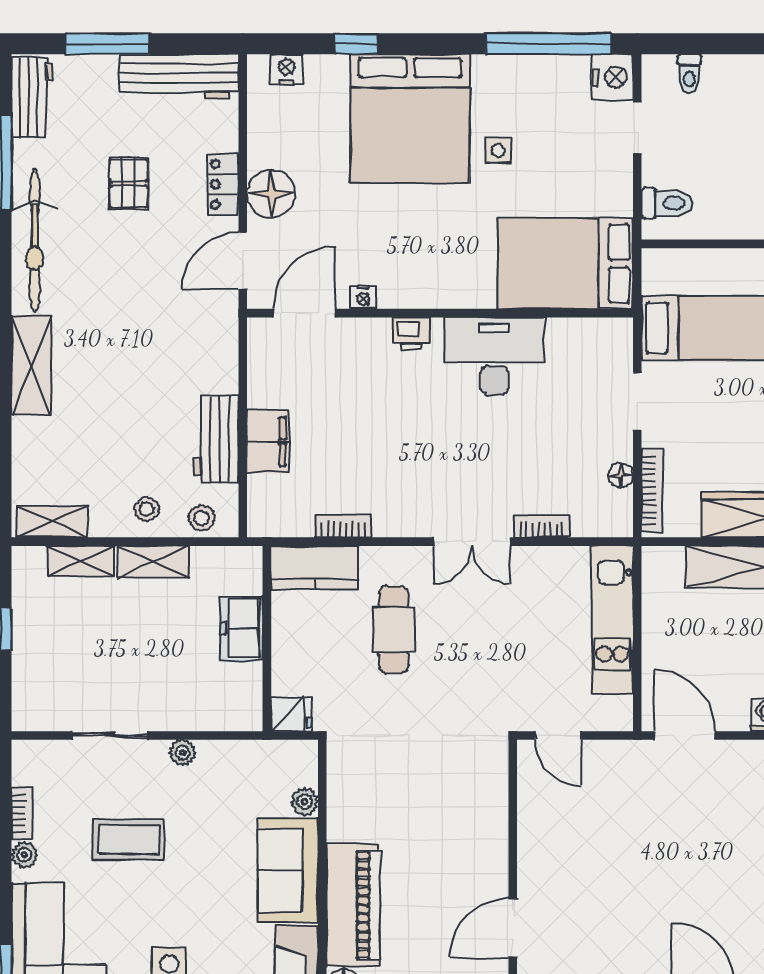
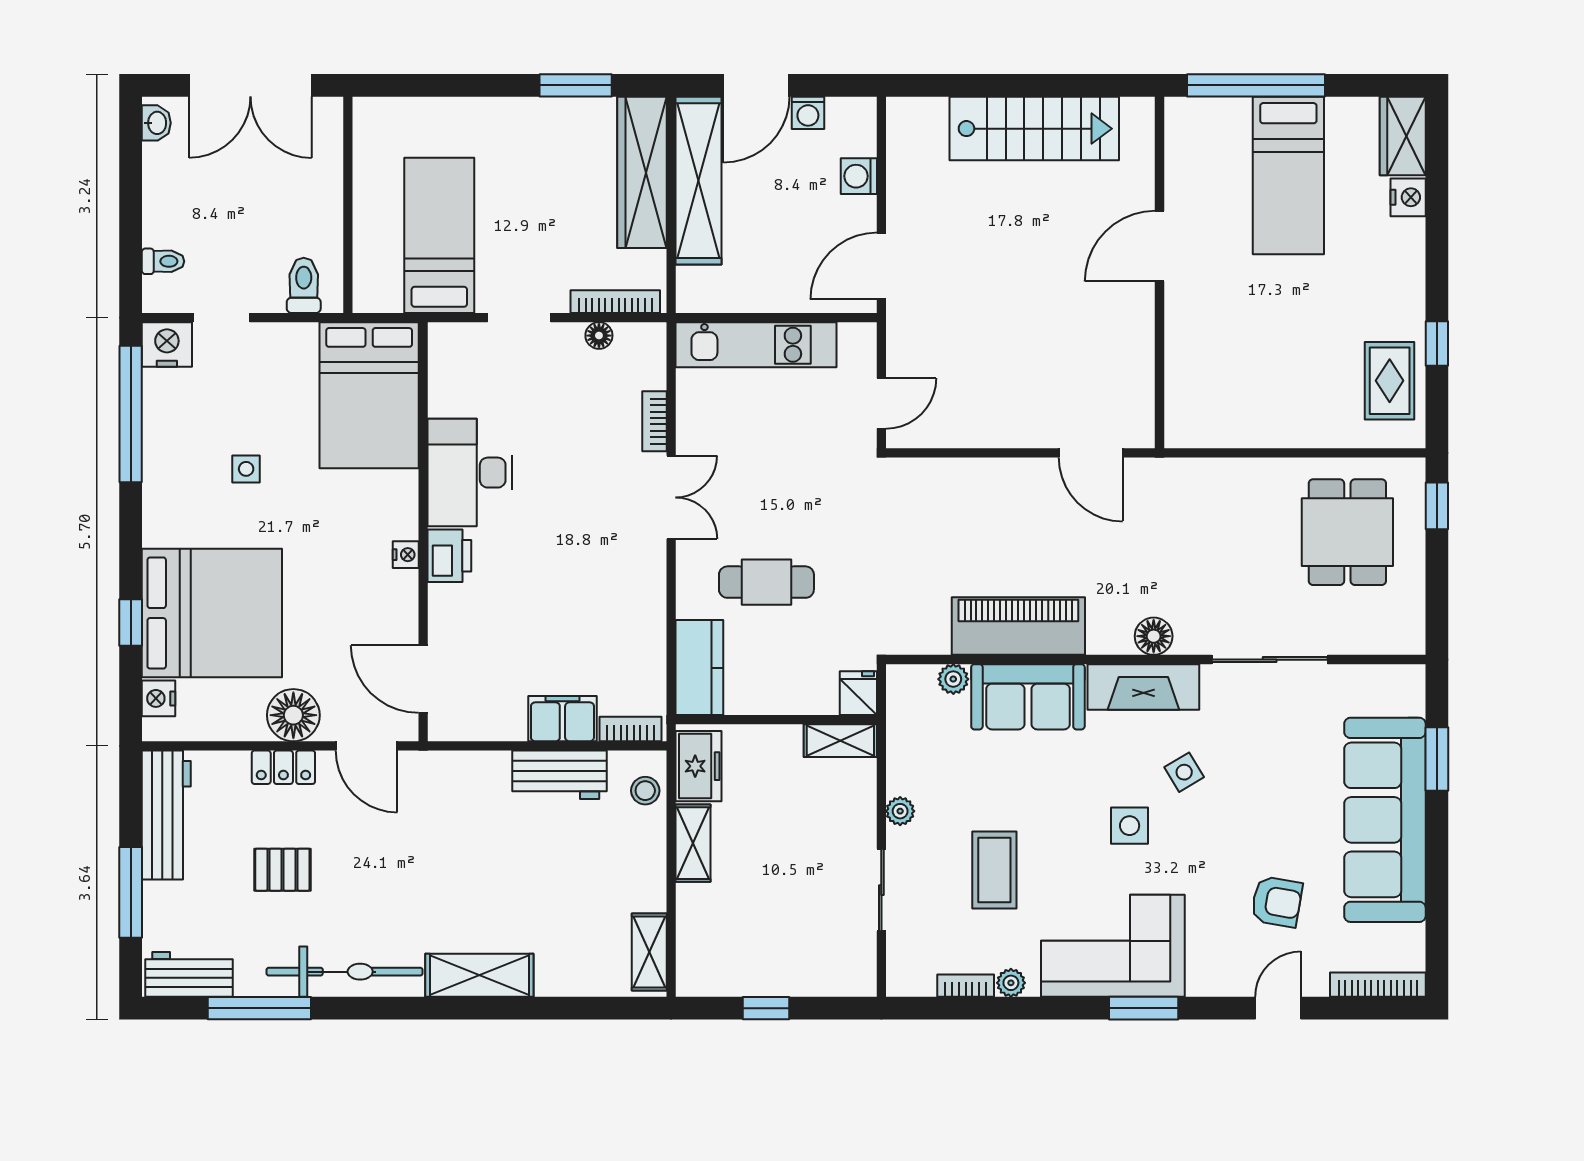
bed: (410, 119) -> (212, 613), moved
nightstand: (363, 297) -> (406, 555), moved
printer: (411, 333) -> (449, 556), width x1.36, depth x1.24
stool: (147, 509) -> (636, 850), removed
bookcase: (343, 526) -> (631, 729), moved, turned 90
shelving: (81, 561) -> (840, 741), moved, turned 90
freezer: (242, 629) -> (698, 766), moved, turned -90
piano: (353, 905) -> (1018, 626), moved

